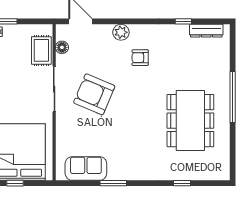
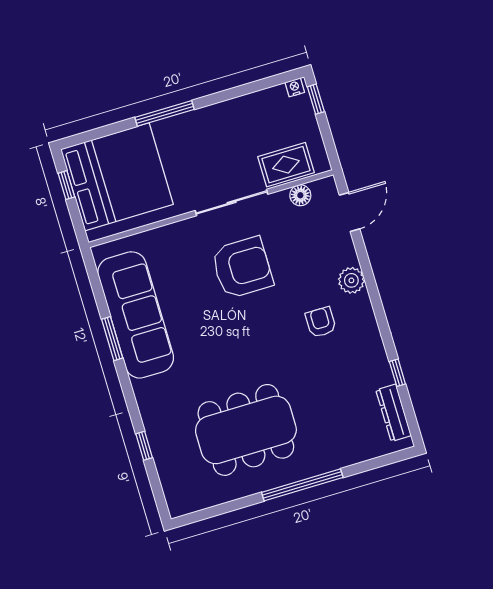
armchair: (94, 94) -> (242, 268), turned 67
sofa: (86, 168) -> (136, 315), width x1.85, depth x1.27

